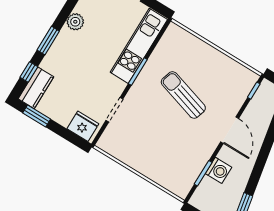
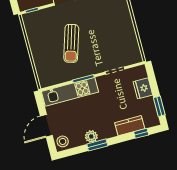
window: (48, 41) -> (97, 145), moved
kitchen counter: (36, 88) -> (130, 126), moved
fridge: (83, 126) -> (143, 88), moved

